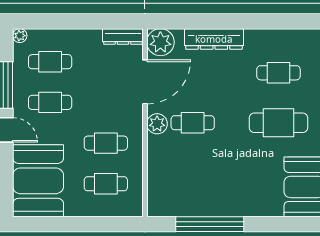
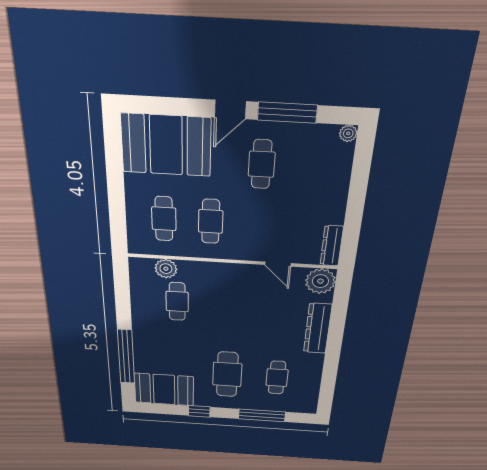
cafe table: (50, 62) -> (311, 167), removed
door: (145, 82) -> (278, 264), width x0.53
cafe table: (193, 123) -> (177, 301), moved
plant: (157, 124) -> (166, 269), moved
window: (210, 224) -> (126, 357), moved

